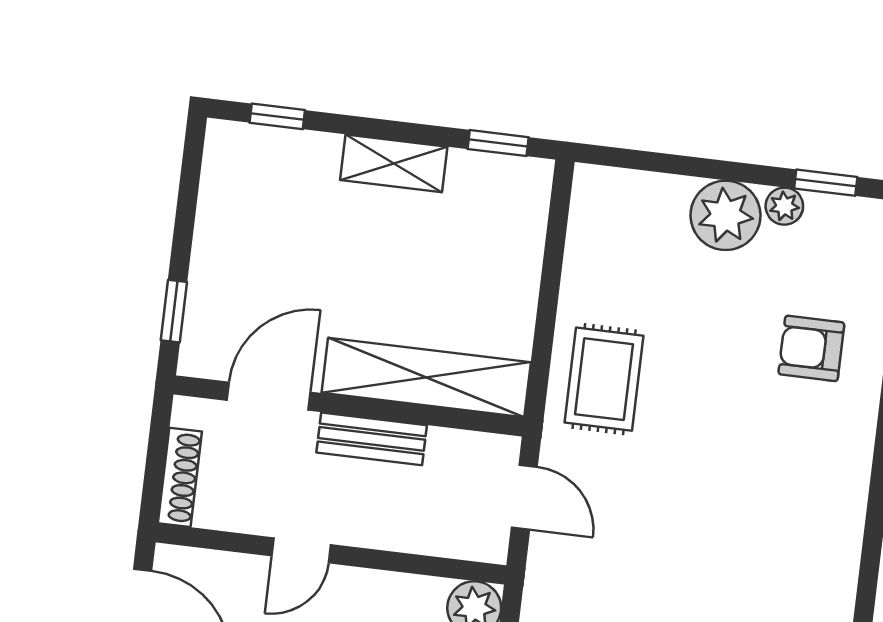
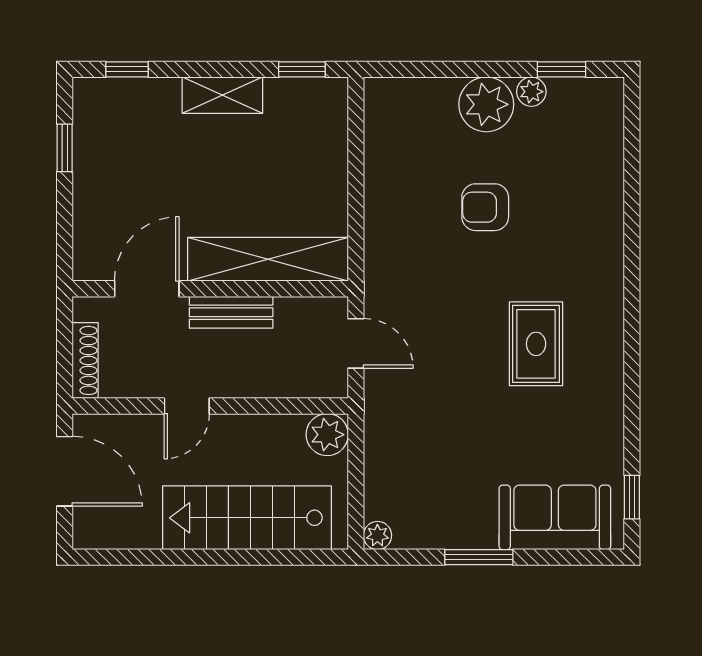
window: (174, 311) -> (65, 148), moved
armchair: (811, 348) -> (485, 207), moved
rug: (604, 379) -> (536, 344), moved

